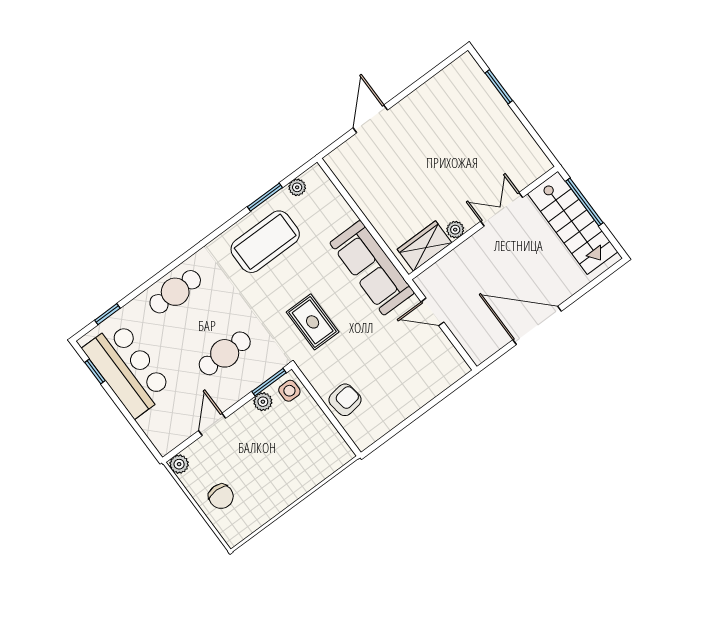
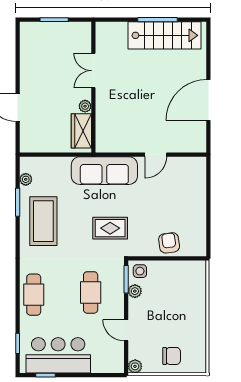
double door: (502, 209) -> (93, 71), moved
wall: (483, 223) -> (93, 87), moved
plant: (455, 230) -> (85, 106), moved
wardrobe: (425, 246) -> (81, 131), moved

